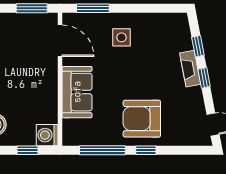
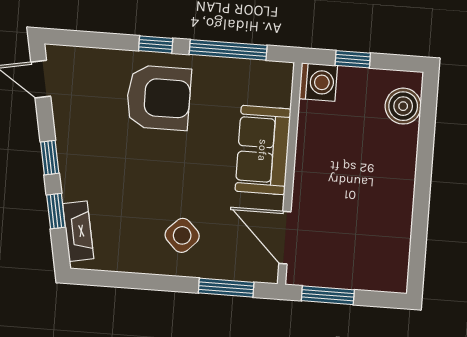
side table: (121, 37) -> (182, 235), turned 45
fireplace: (190, 69) -> (78, 231), moved

